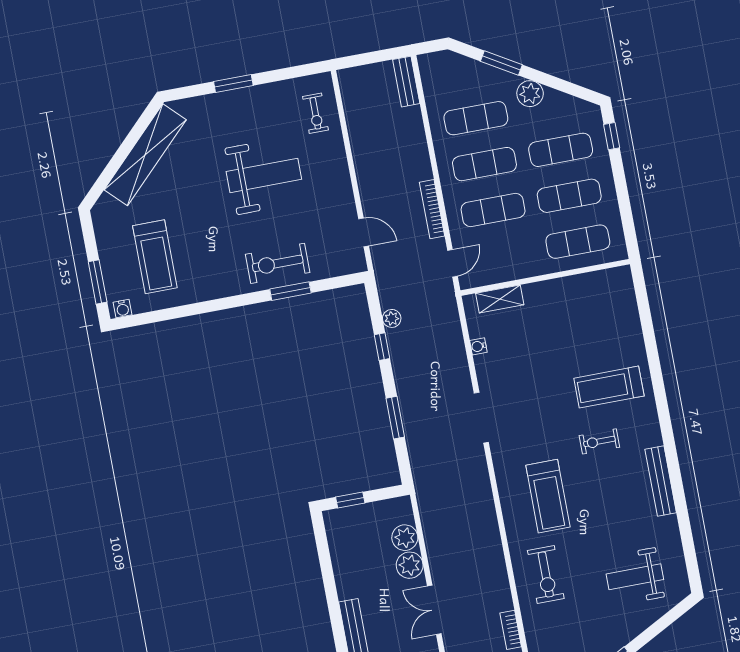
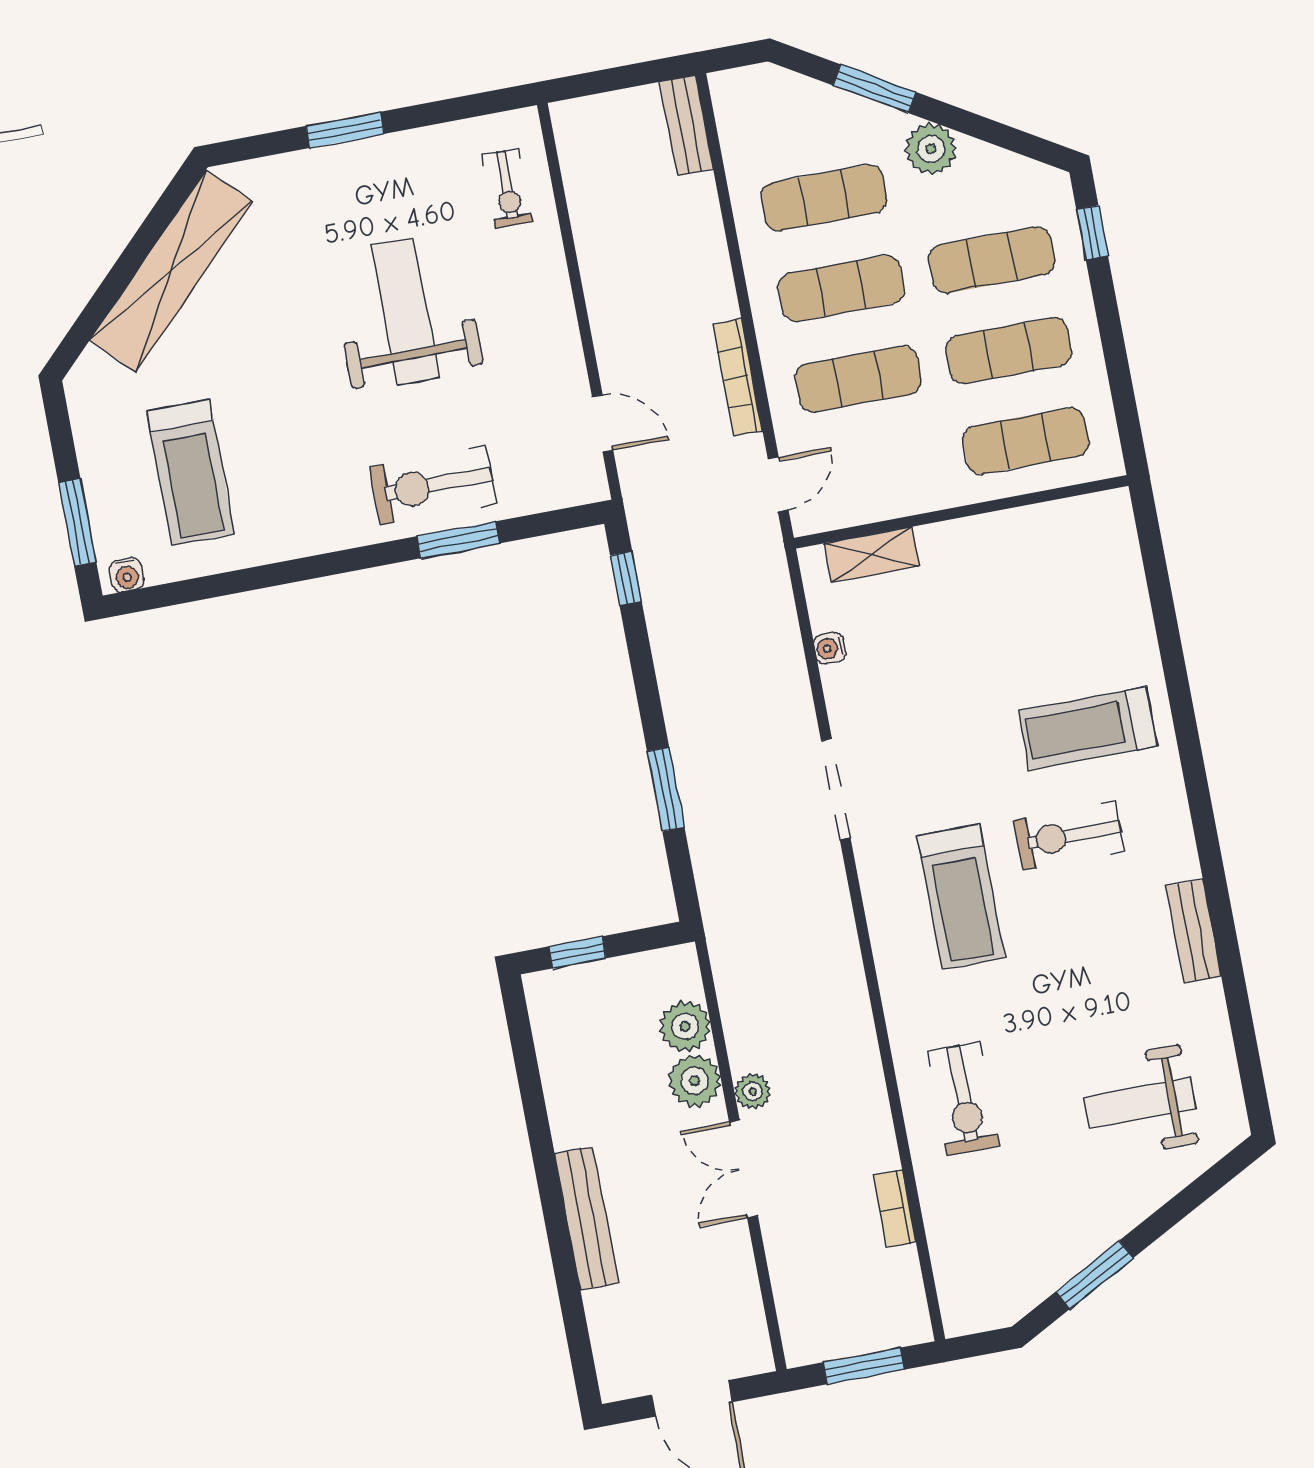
weight bench: (264, 175) -> (405, 311), turned -90
plant: (392, 318) -> (753, 1091), moved
window: (382, 347) -> (626, 578), moved
exercise bike: (599, 441) -> (1069, 836), width x1.38, depth x1.39
bench: (661, 481) -> (1194, 931), width x0.73
treadmill: (548, 496) -> (961, 897), moved

